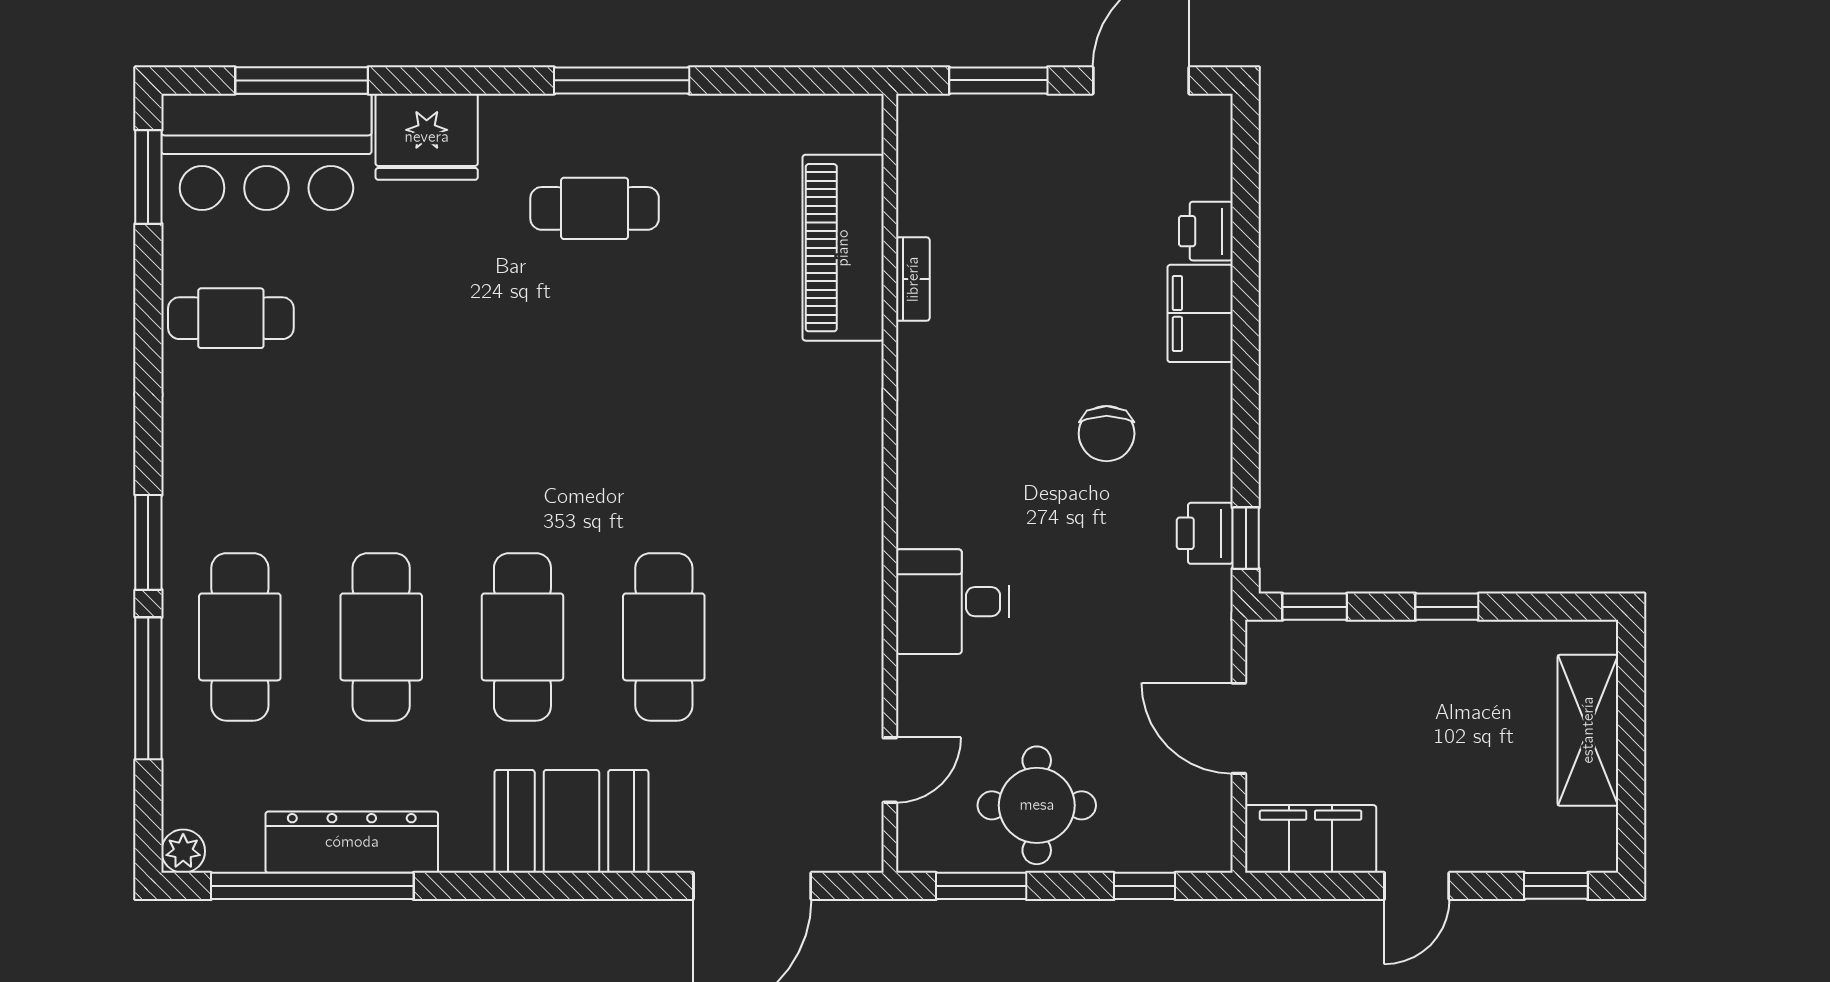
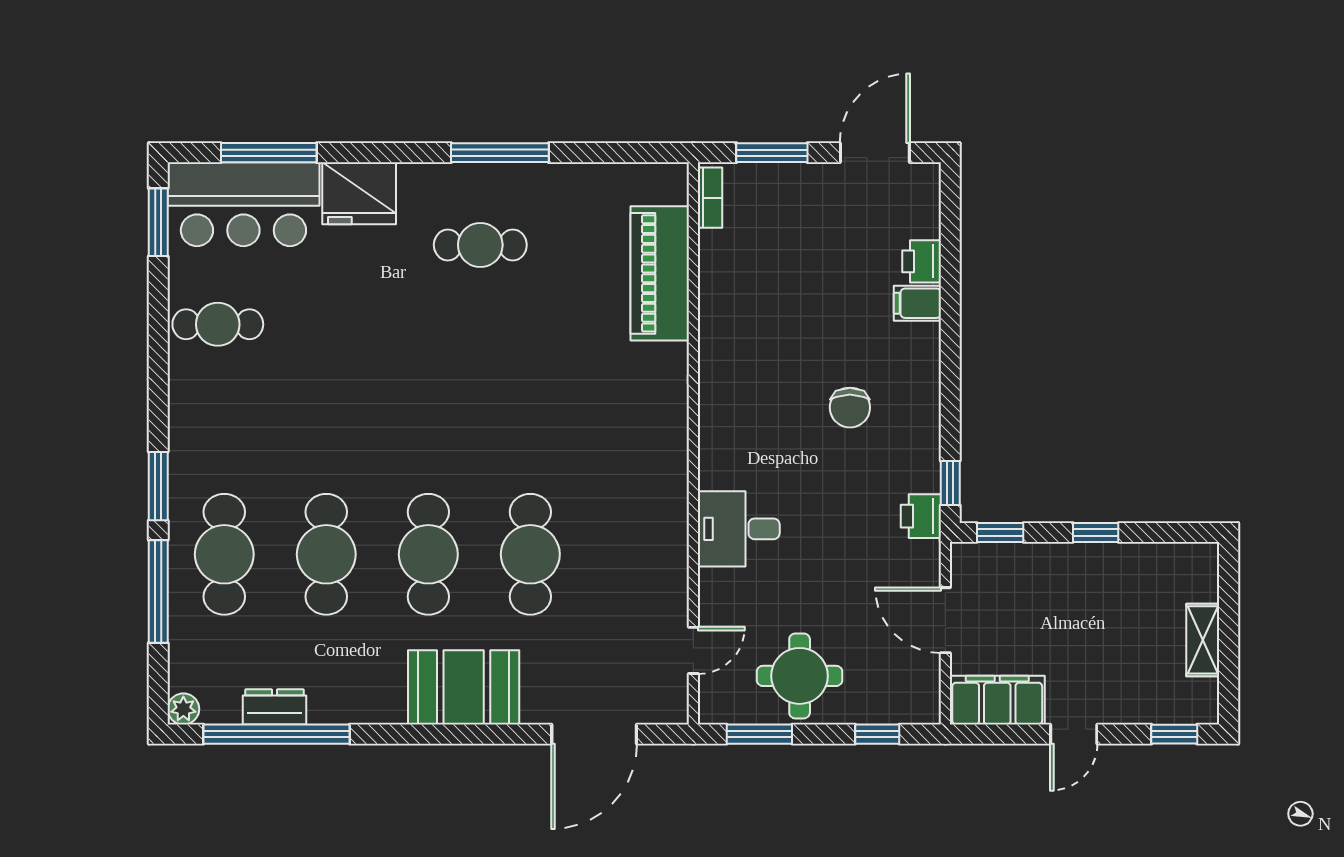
bookcase: (913, 279) -> (710, 198), moved
filing cabinet: (1200, 313) -> (917, 303), width x0.50
printer: (1205, 533) -> (921, 516), moved
shelving: (1588, 730) -> (1203, 640), width x0.67, depth x0.75
dresser: (352, 842) -> (275, 707), width x0.51, depth x0.80

